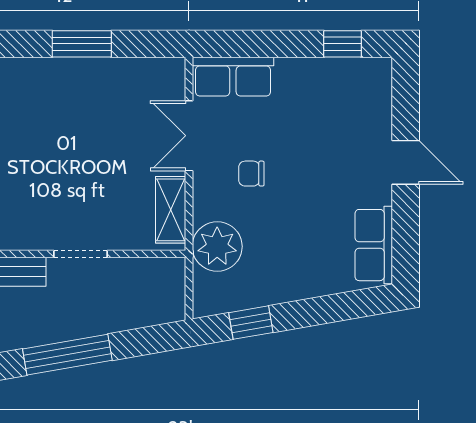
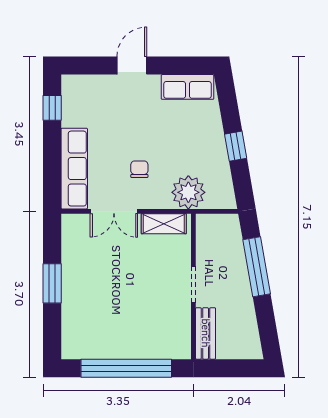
row of seats: (233, 77) -> (74, 169), width x1.48
chair: (251, 174) -> (139, 169), turned 180
window: (251, 323) -> (236, 146), moved
window: (67, 355) -> (257, 267), moved

